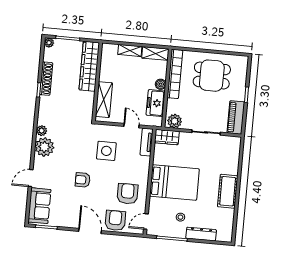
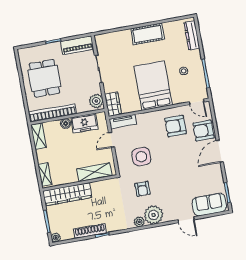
shelving: (130, 50) -> (45, 174), moved
armchair: (83, 180) -> (142, 189), moved
dresser: (201, 234) -> (192, 35), moved

